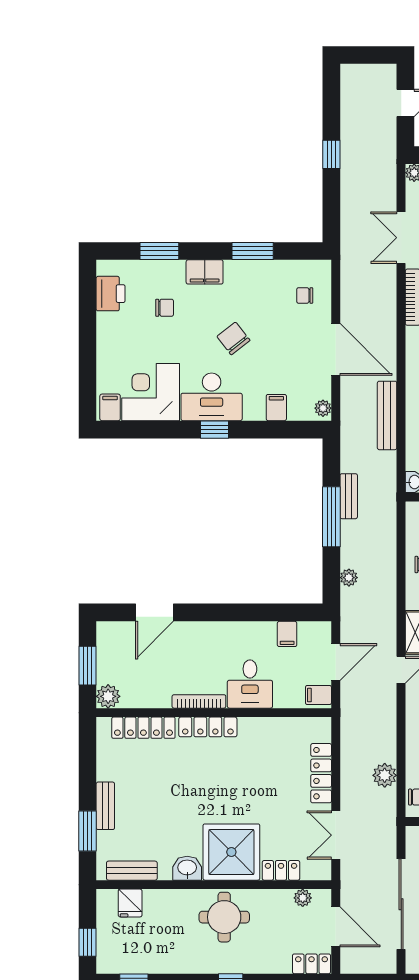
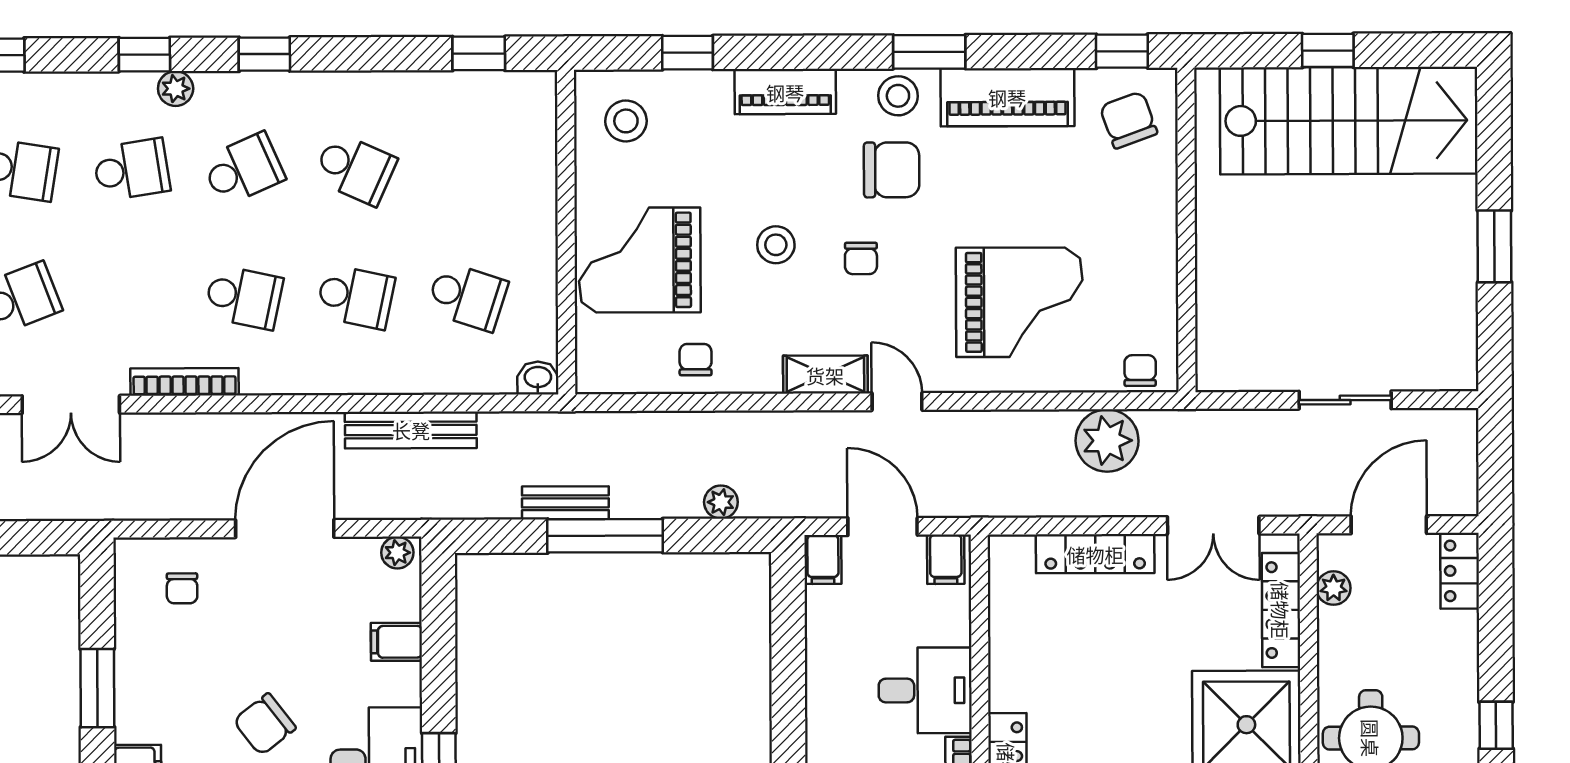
filing cabinet: (287, 634) -> (823, 560), moved, turned 90
plant: (385, 775) -> (1107, 441), width x1.36, depth x1.36
locker: (281, 870) -> (1281, 610), width x1.53
sliding door: (401, 904) -> (1345, 400), width x0.54

